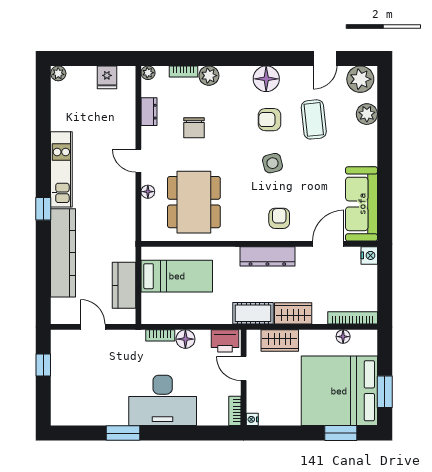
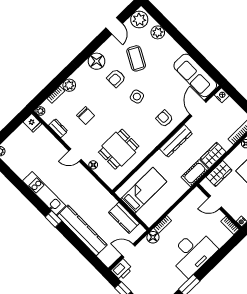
fridge: (107, 77) -> (32, 123), moved
coffee table: (314, 119) -> (136, 58), turned 34
dining table: (194, 202) -> (119, 149), width x0.73
floor lamp: (185, 339) -> (153, 237), moved
printer: (225, 341) -> (122, 270), moved

